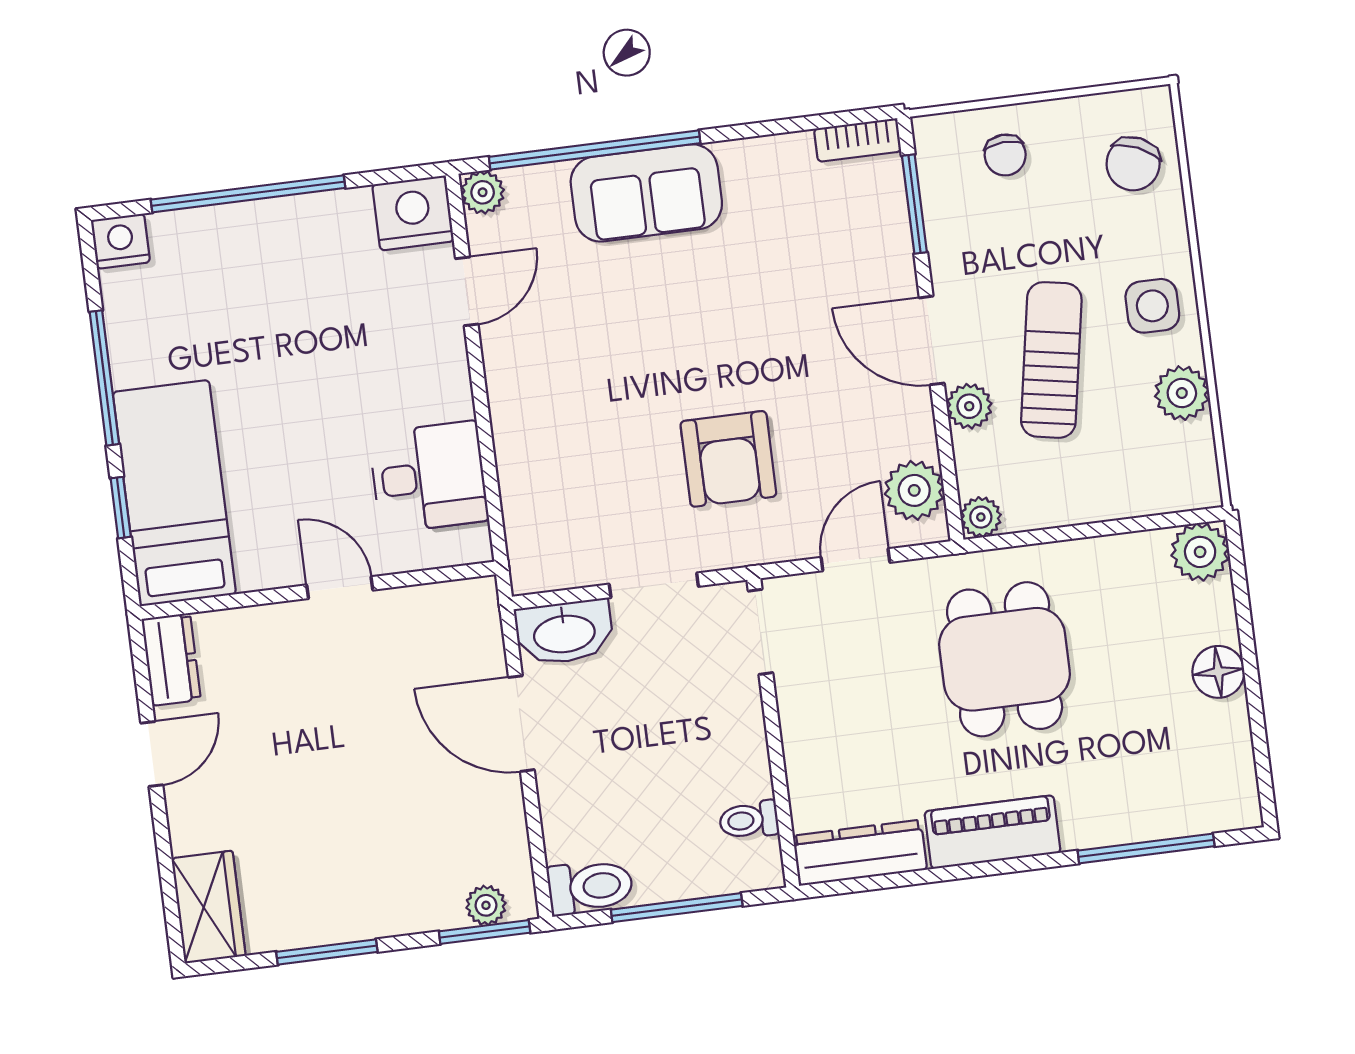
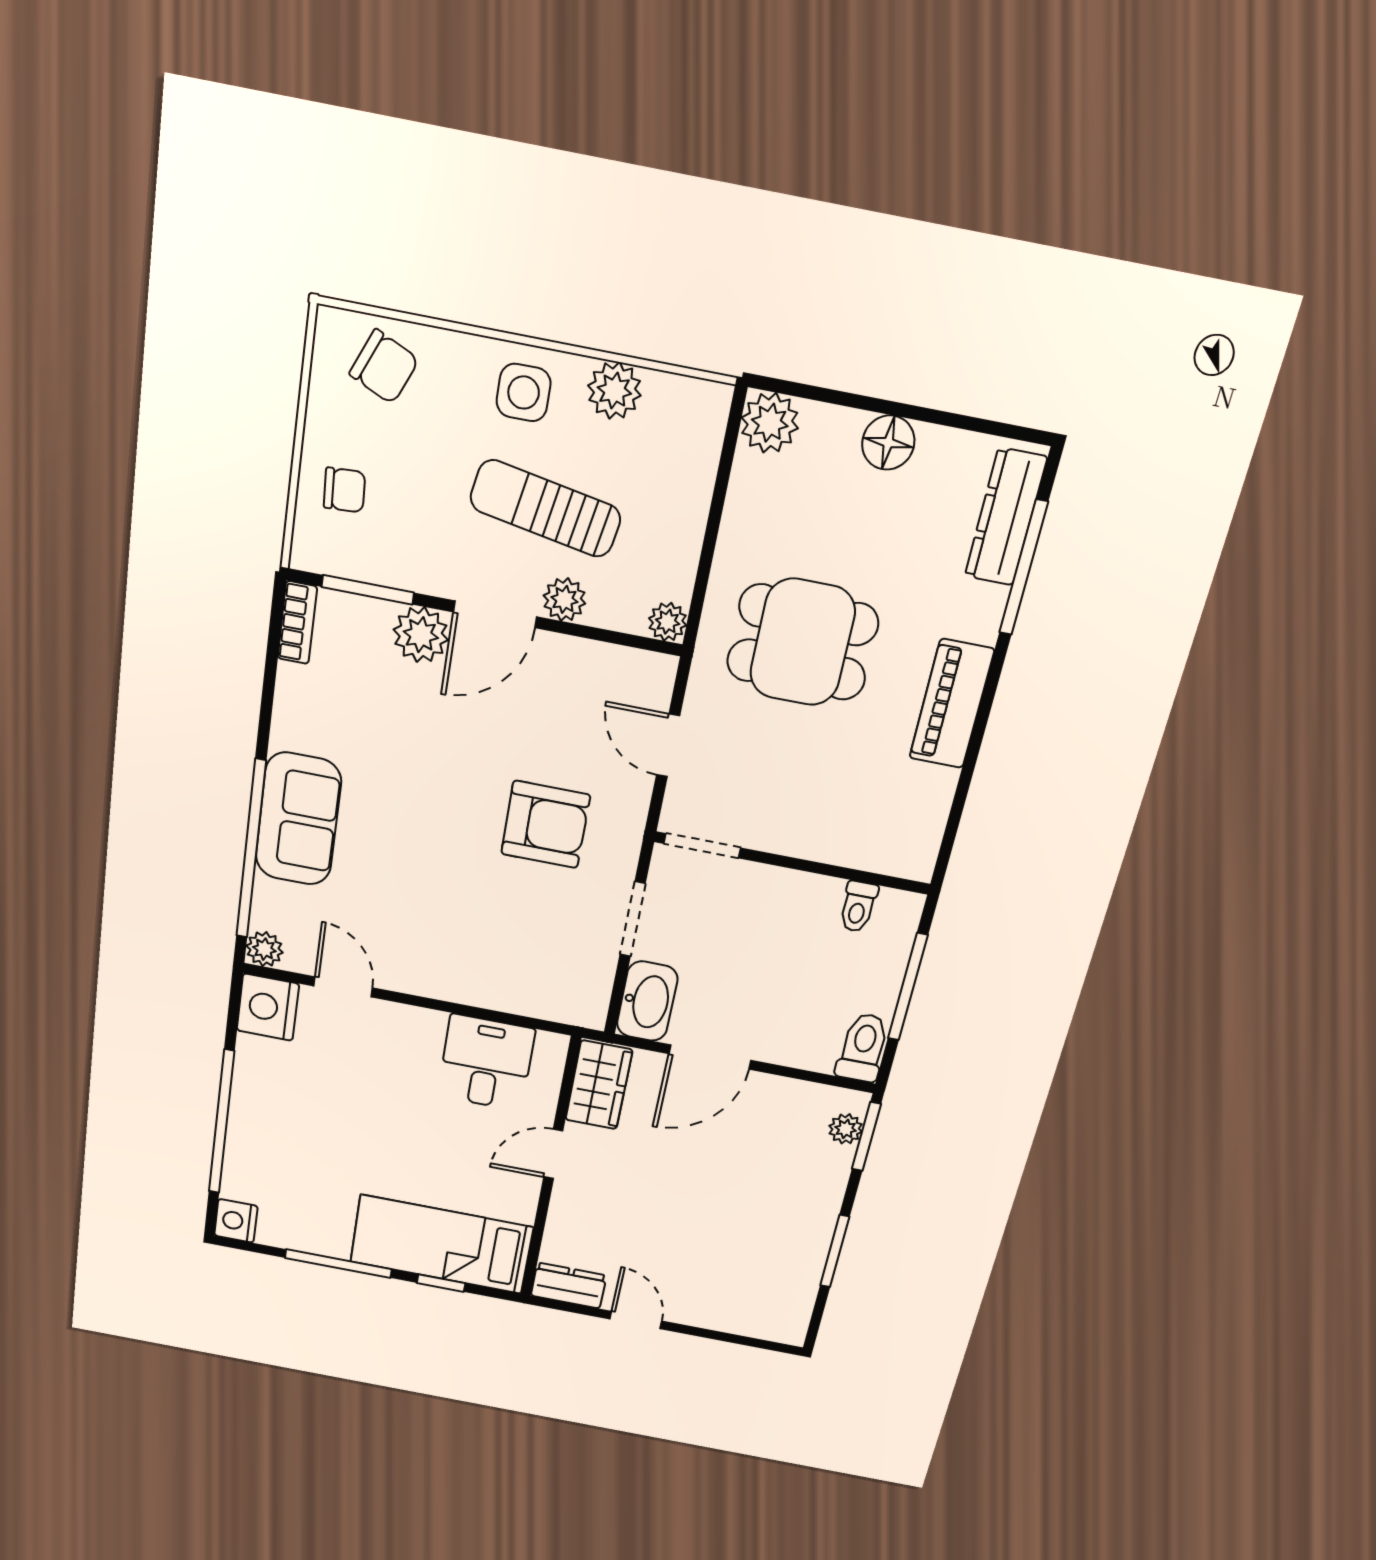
plant: (914, 490) -> (421, 635), moved
dresser: (860, 853) -> (1006, 517), moved
wardrobe: (209, 907) -> (599, 1085), moved, turned 90

